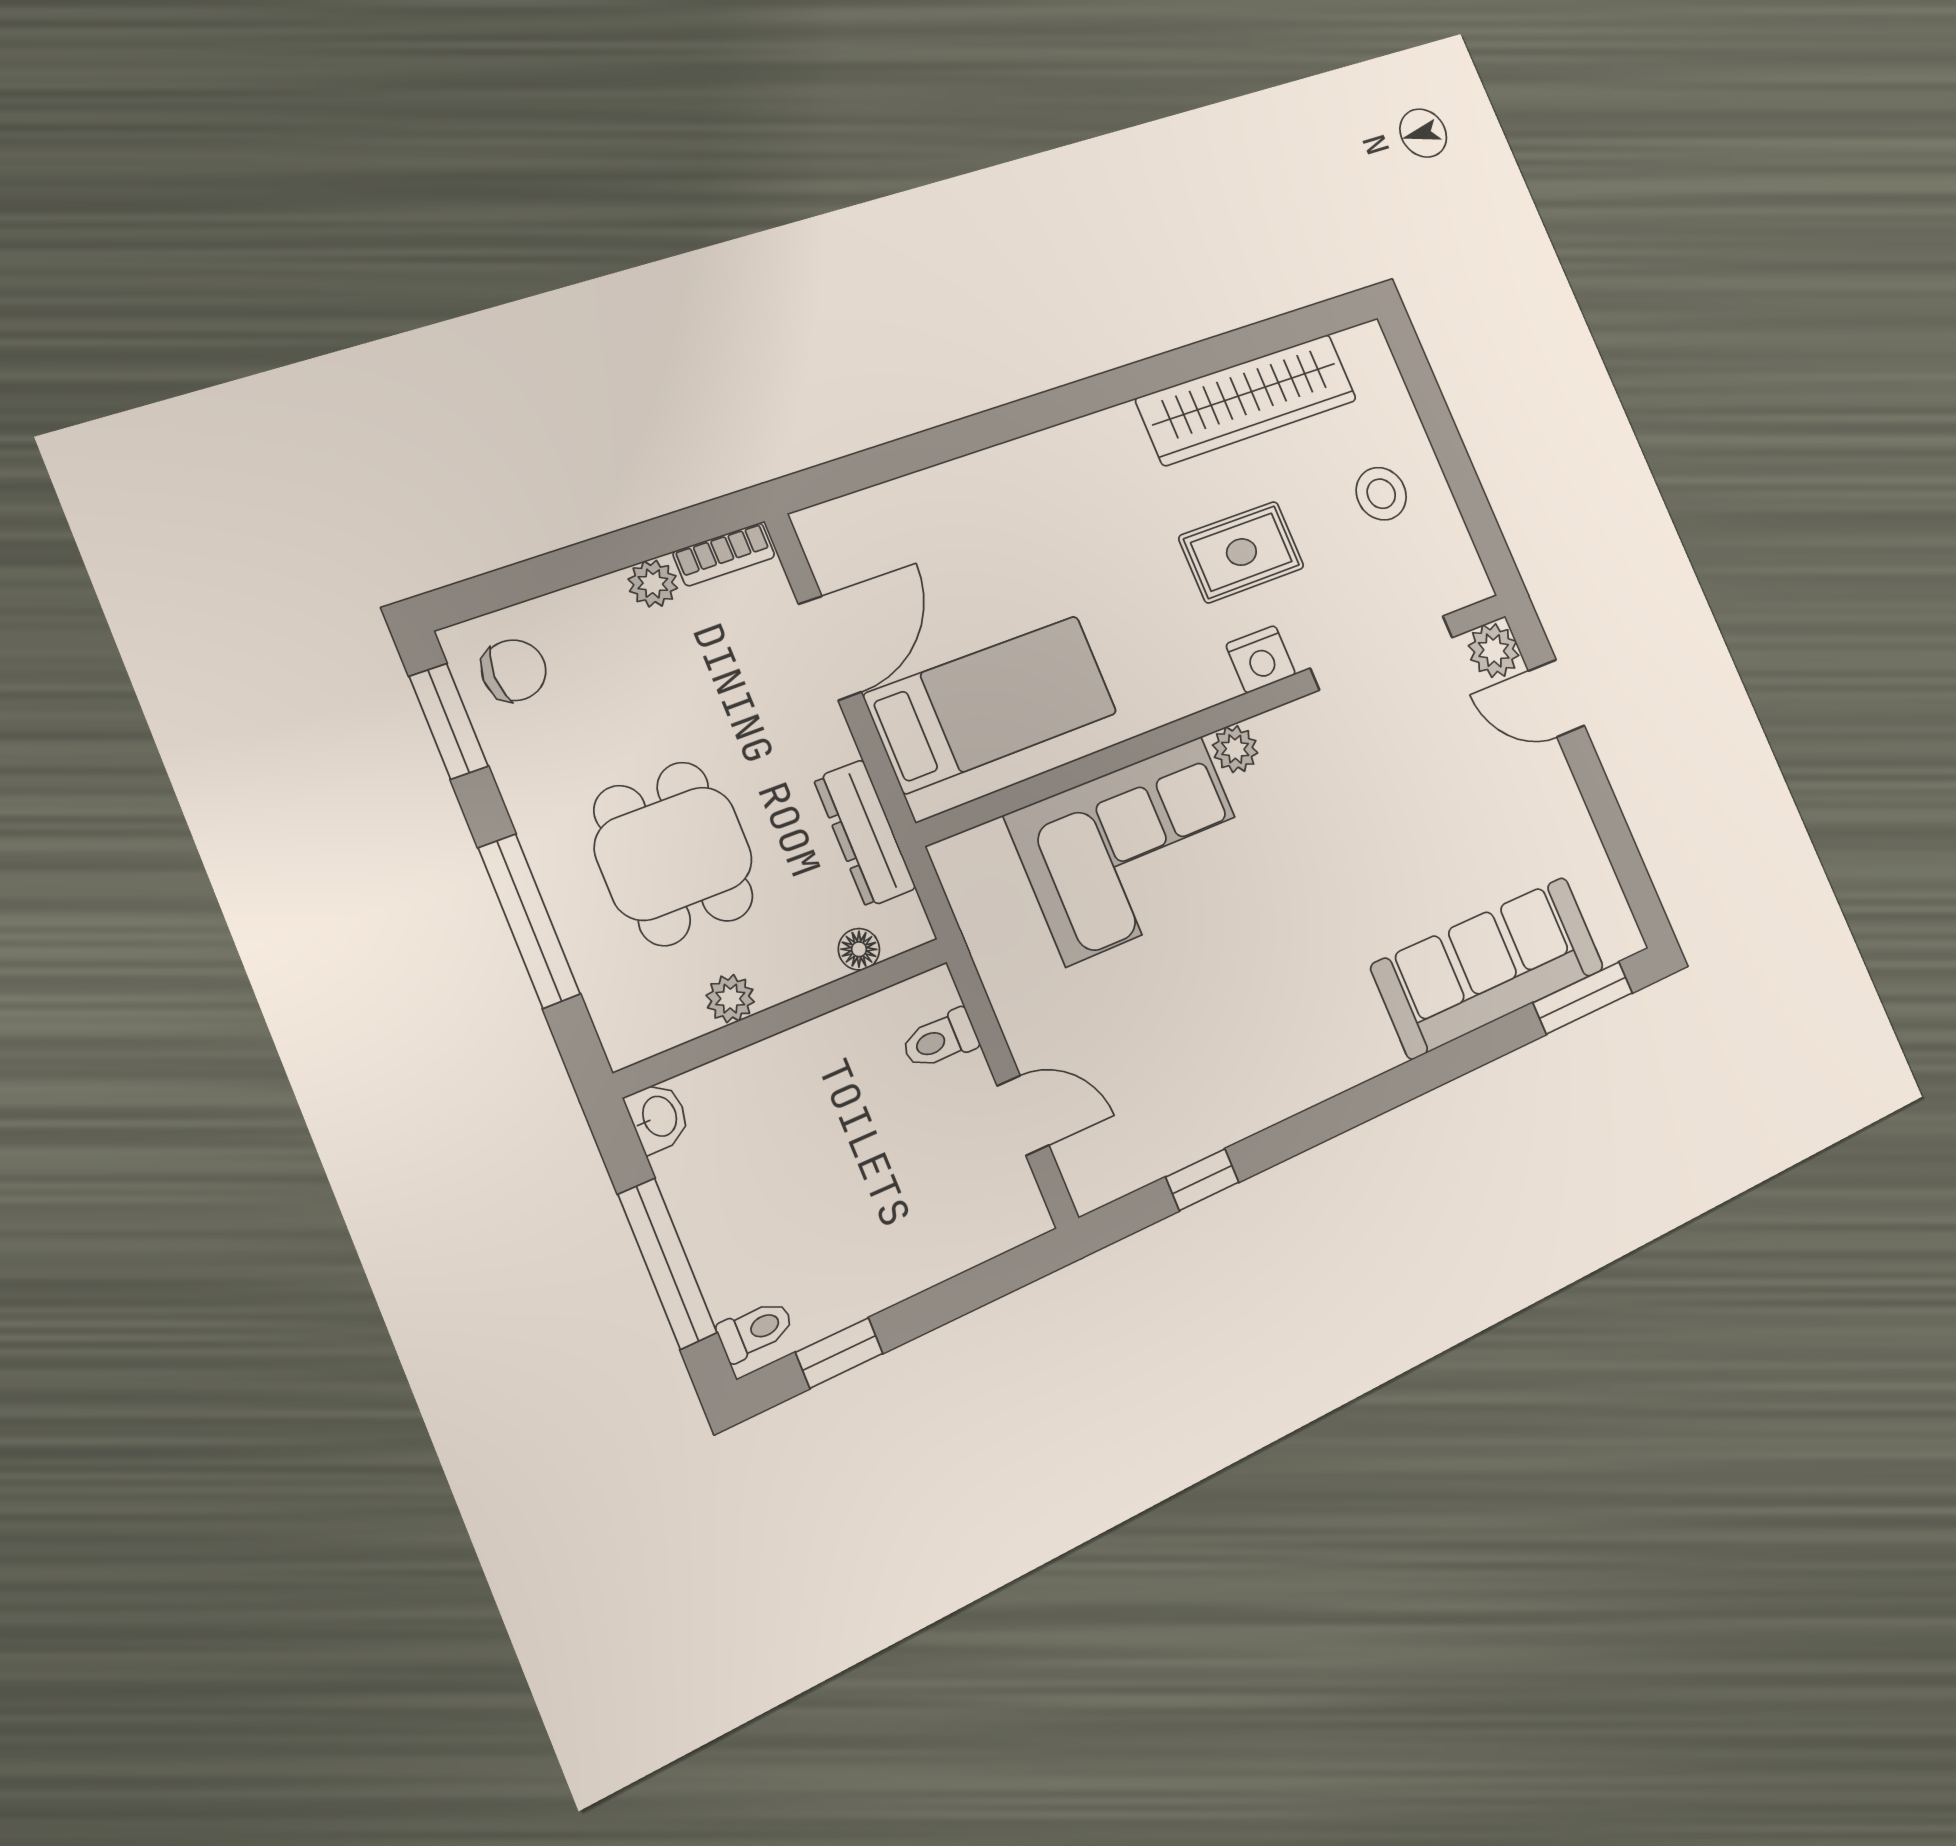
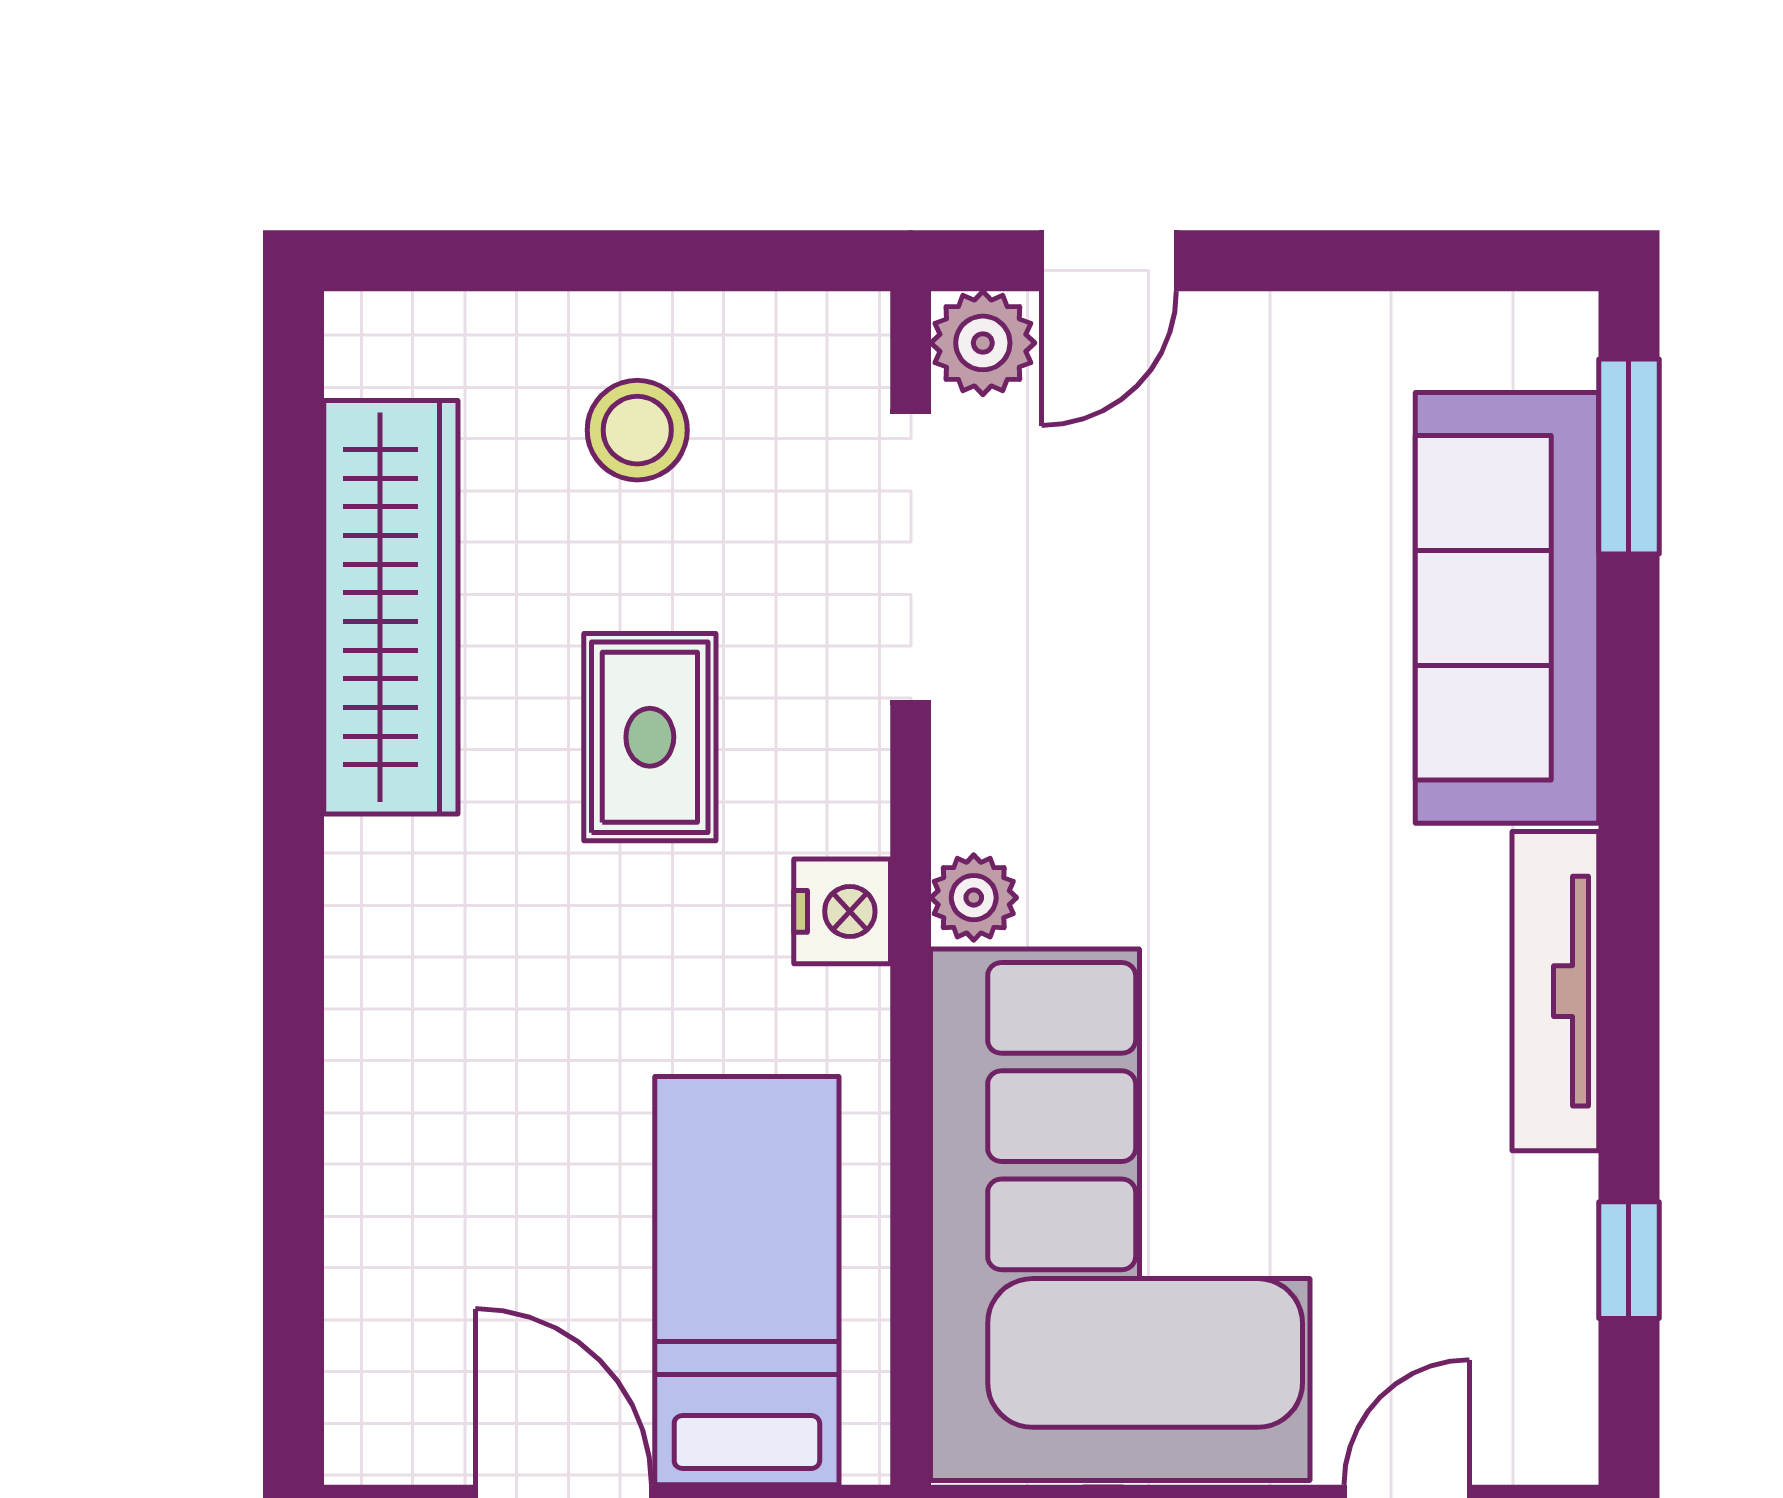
nightstand: (1261, 659) -> (842, 911), moved
corner sofa: (1135, 850) -> (1120, 1215), width x1.36, depth x1.36
tv unit: (1319, 1076) -> (1555, 991), added

